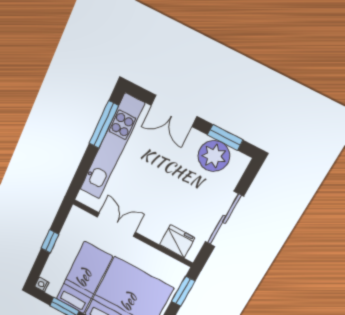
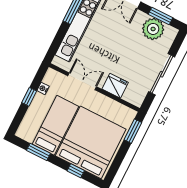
fridge: (177, 241) -> (115, 86), moved
nightstand: (42, 285) -> (43, 88), moved

